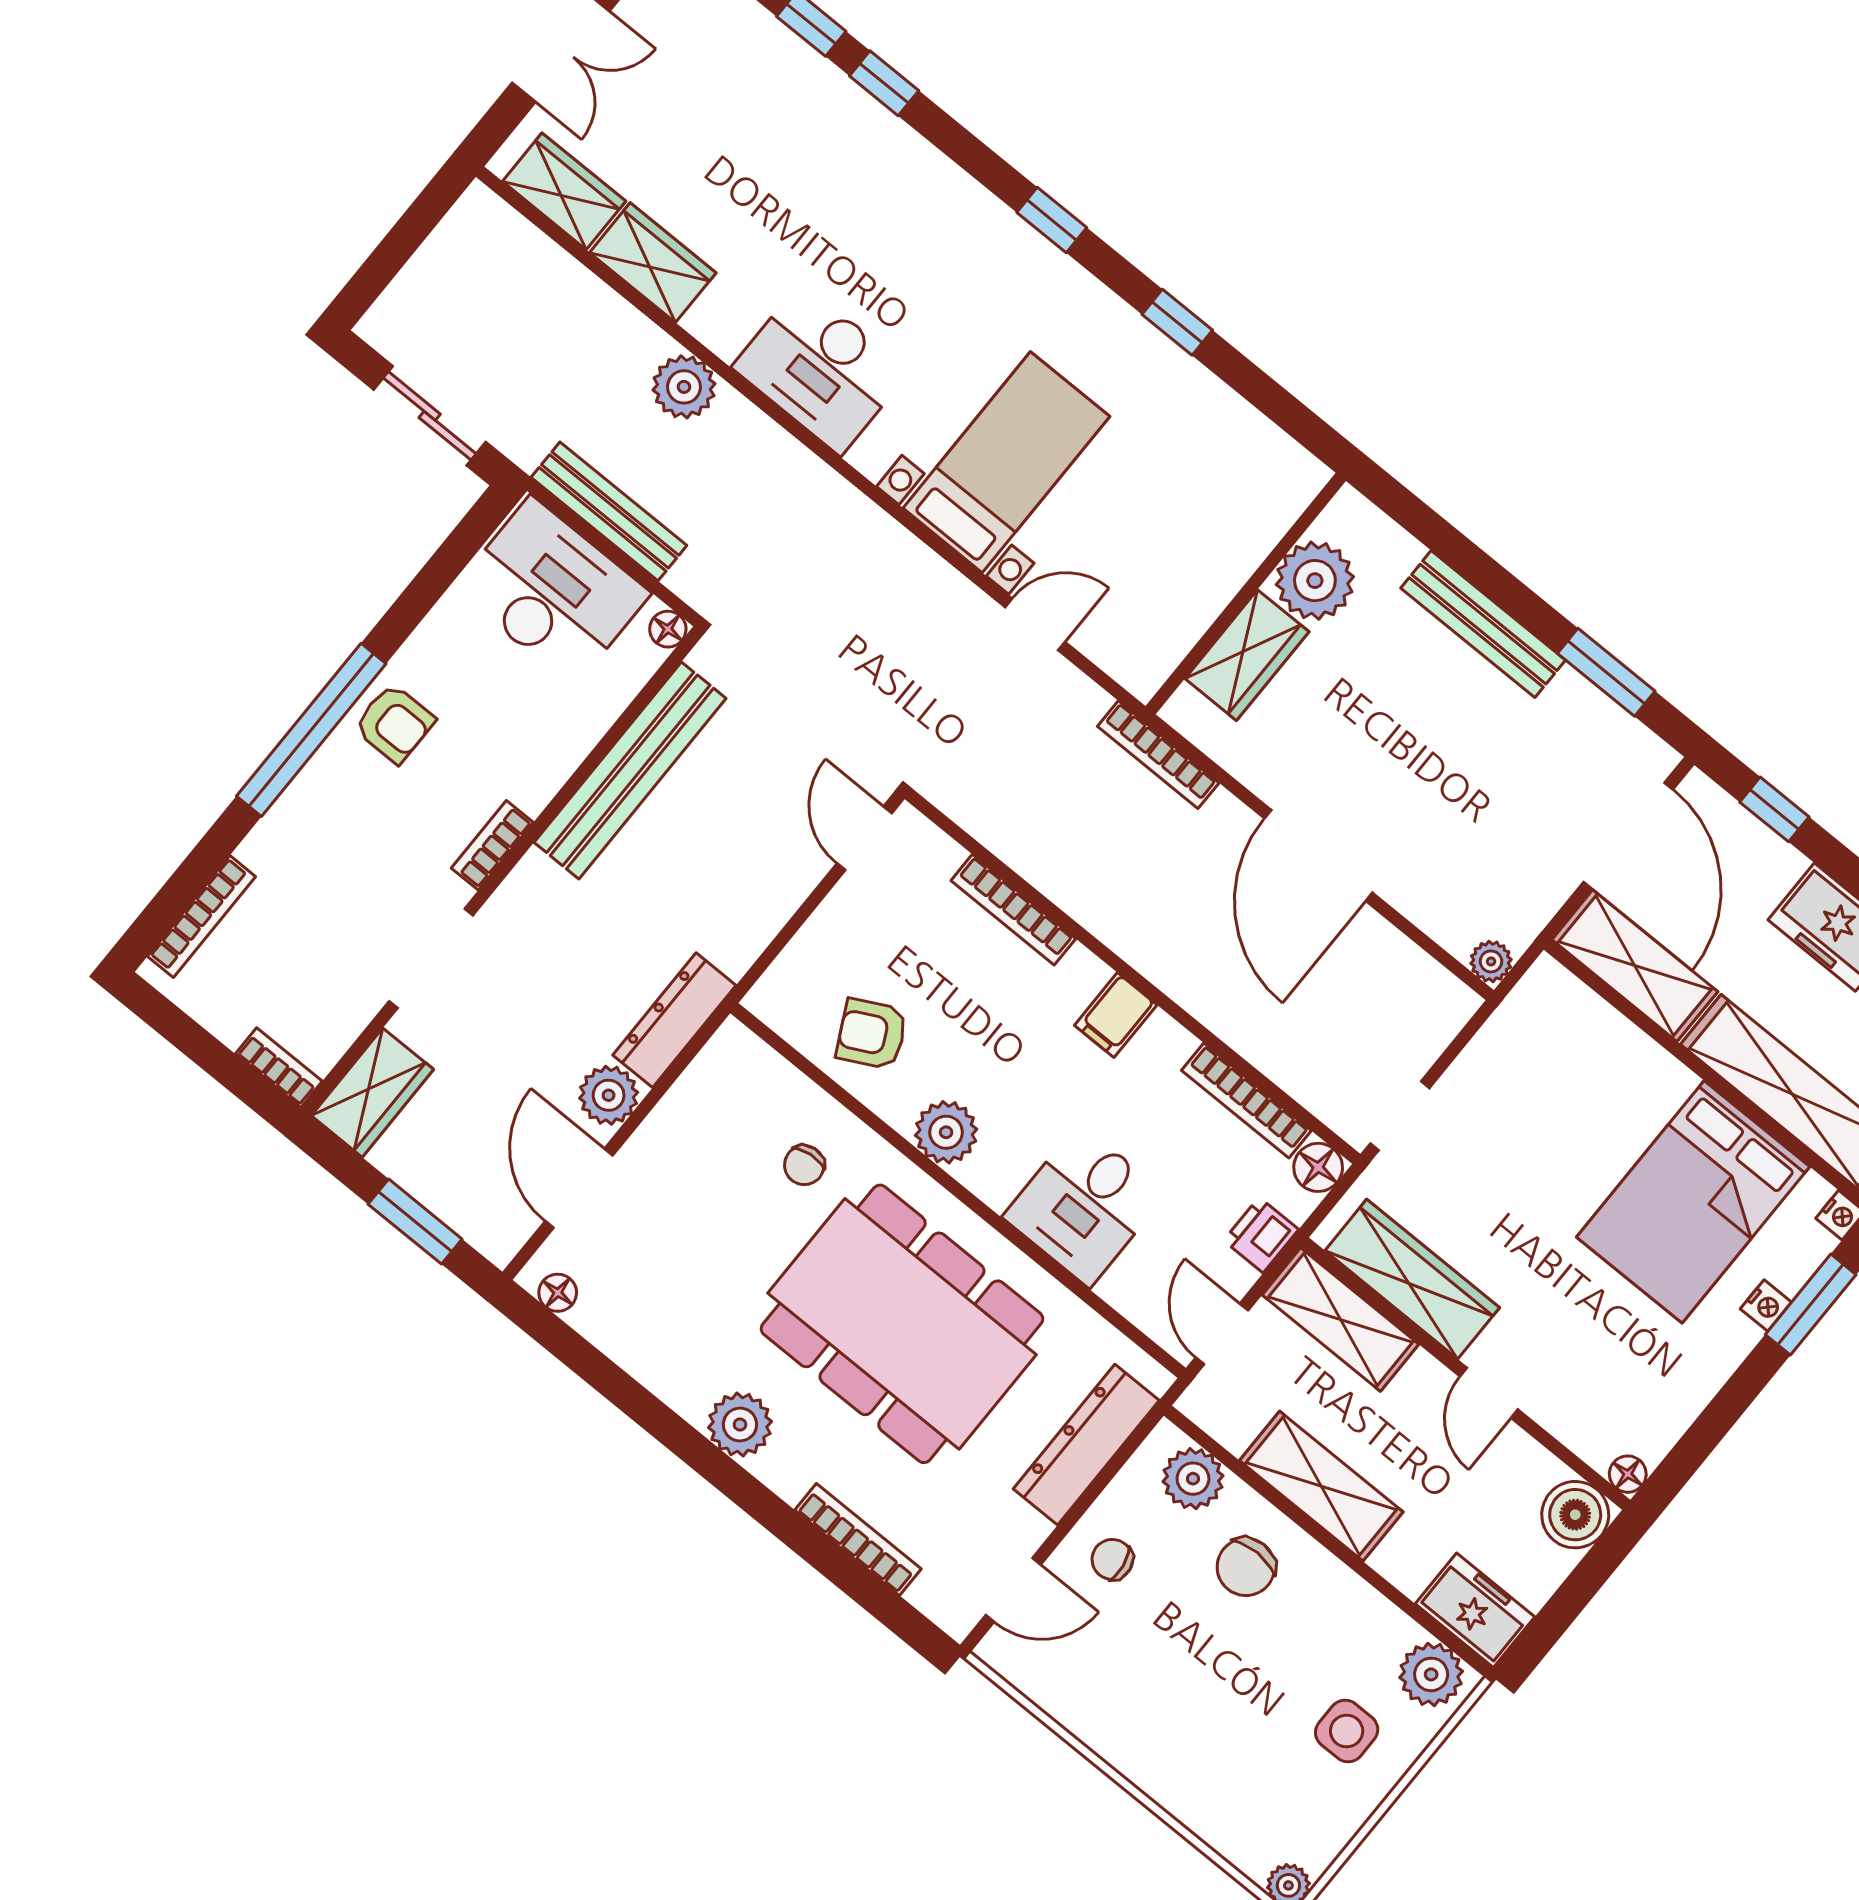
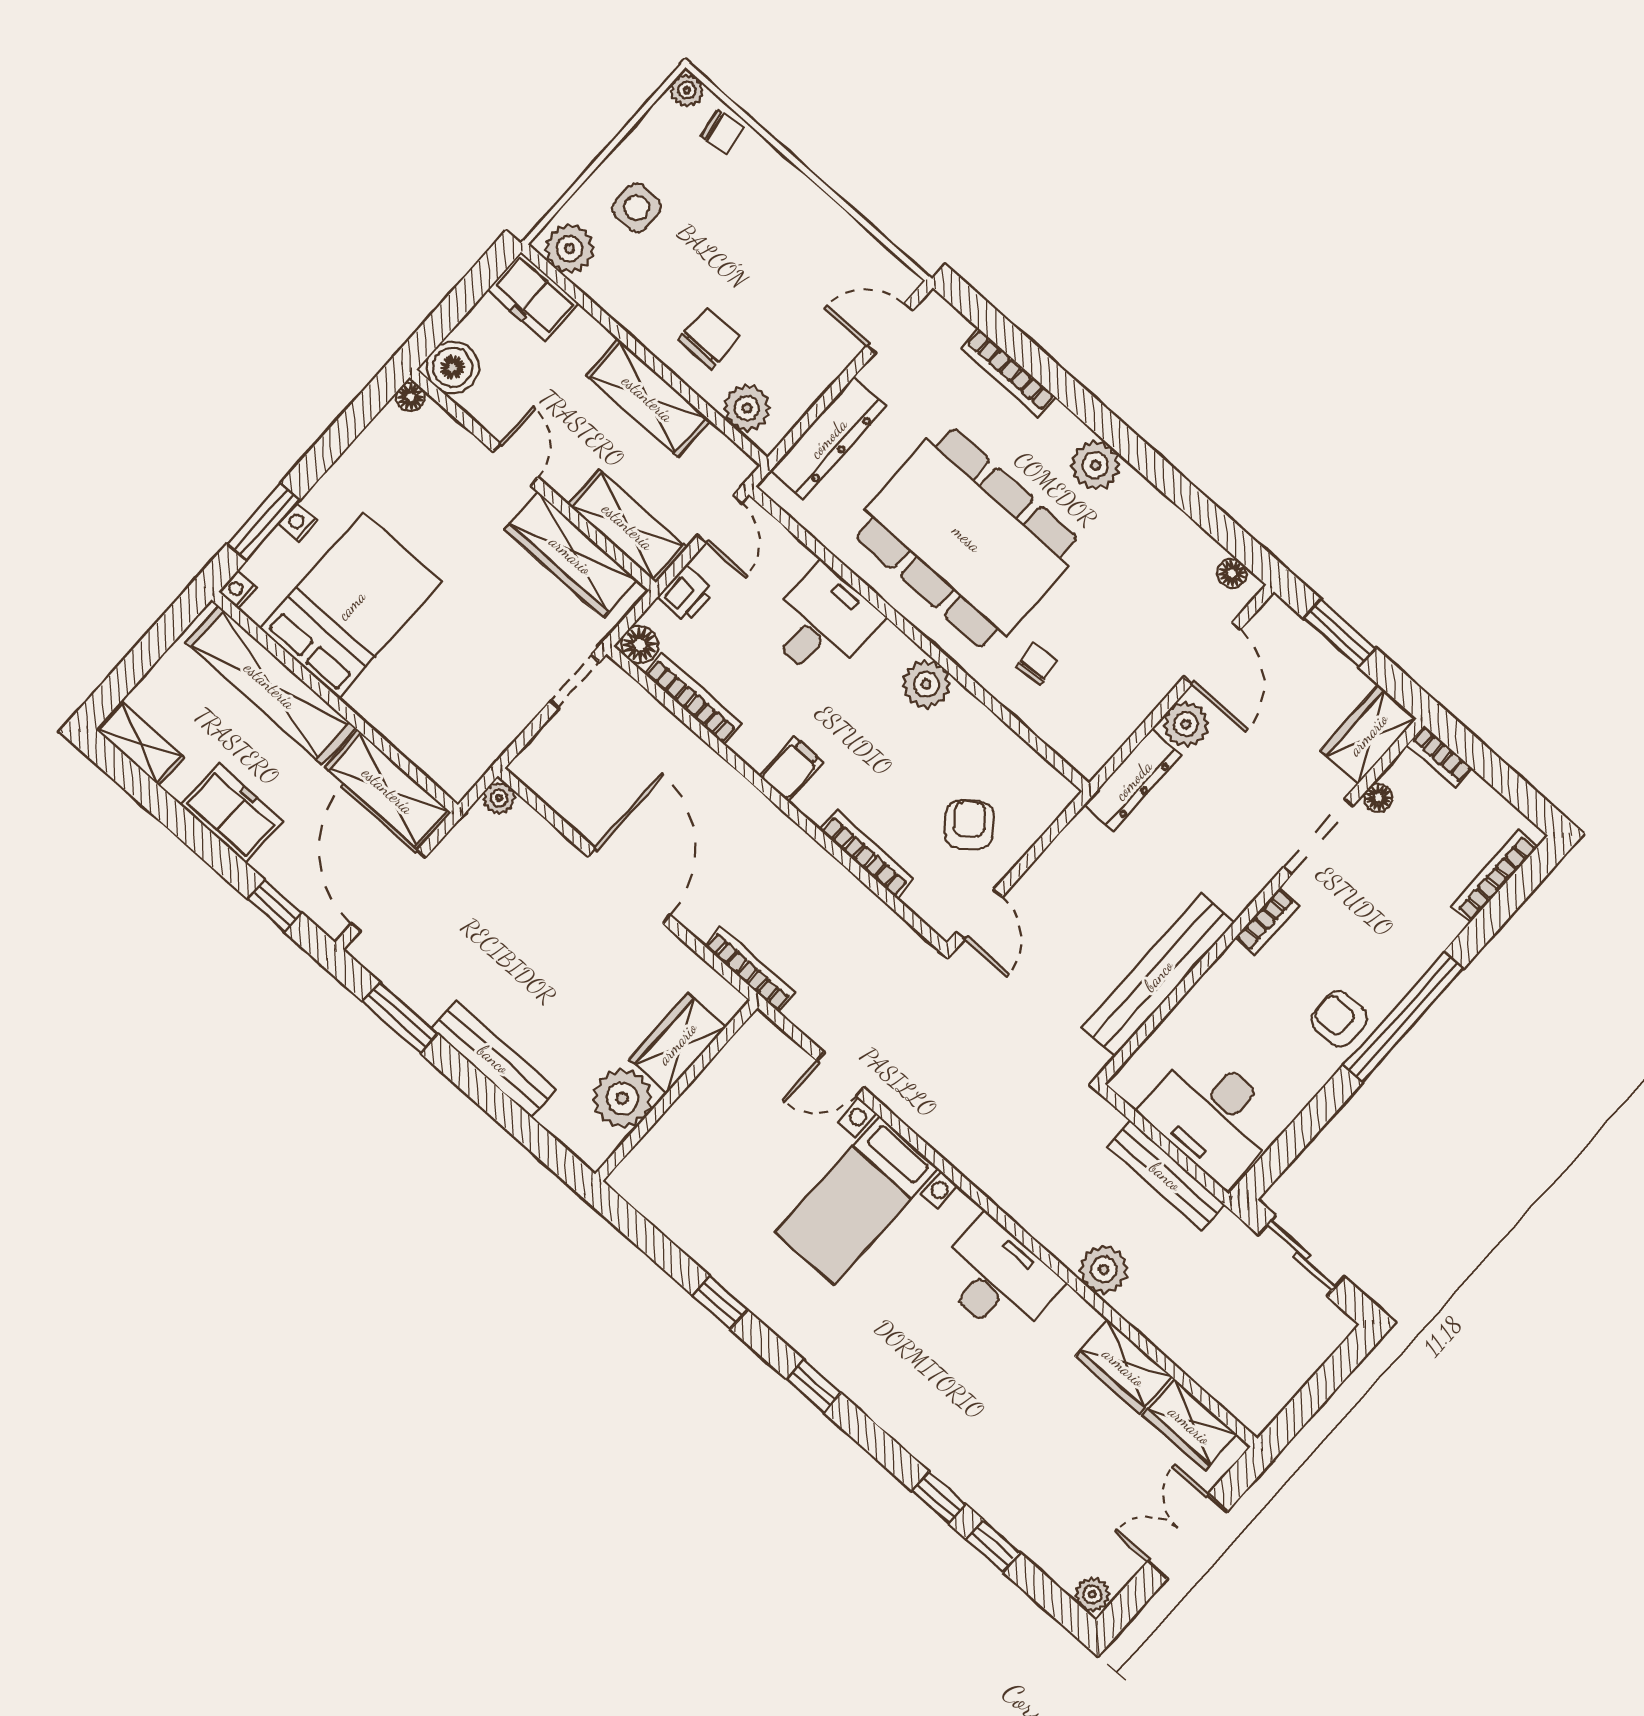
floor lamp: (668, 629) -> (1378, 798), moved
armchair: (872, 1034) -> (969, 825), moved, turned -101
chair: (1112, 1559) -> (722, 132), moved

